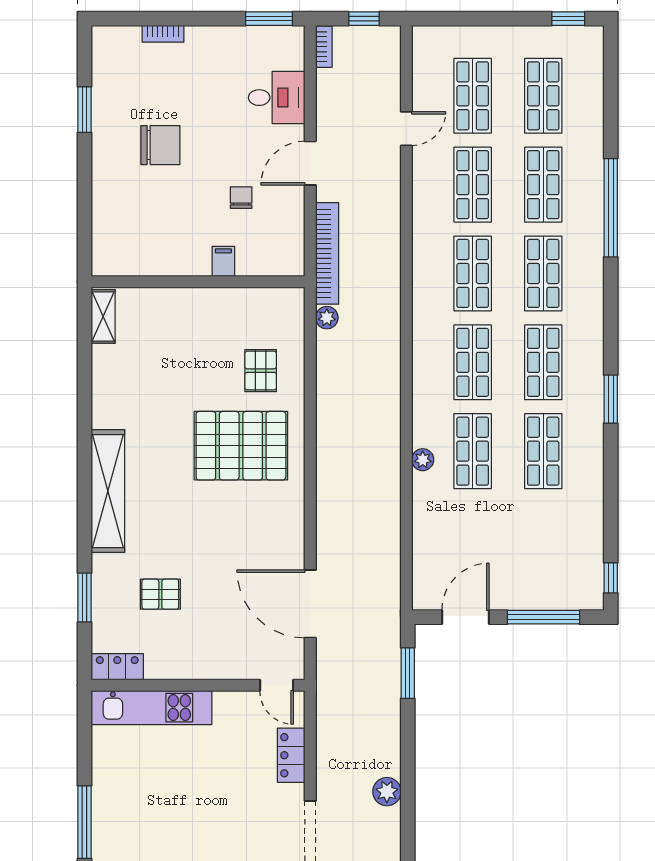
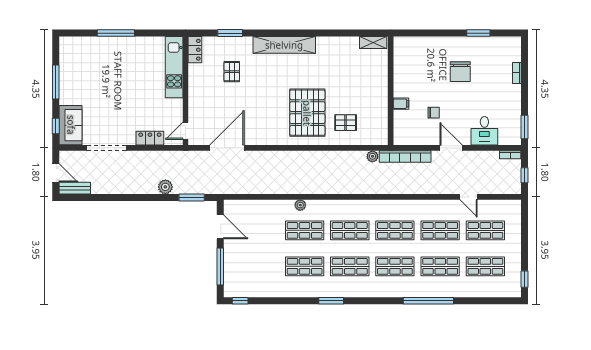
plant: (387, 792) -> (165, 187), moved

